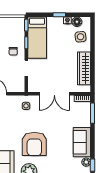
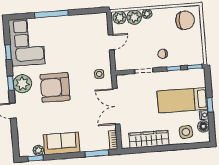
bed: (37, 38) -> (182, 100), moved

